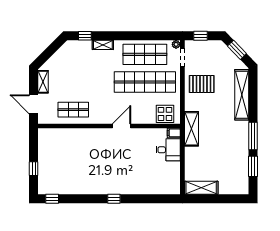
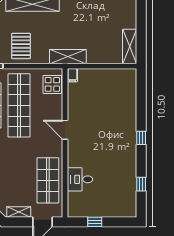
shop shelf: (73, 110) -> (48, 180), width x1.43, depth x1.36
desk: (168, 150) -> (80, 179), moved, turned -90
window: (34, 169) -> (95, 222), moved
window: (52, 199) -> (141, 184), moved

